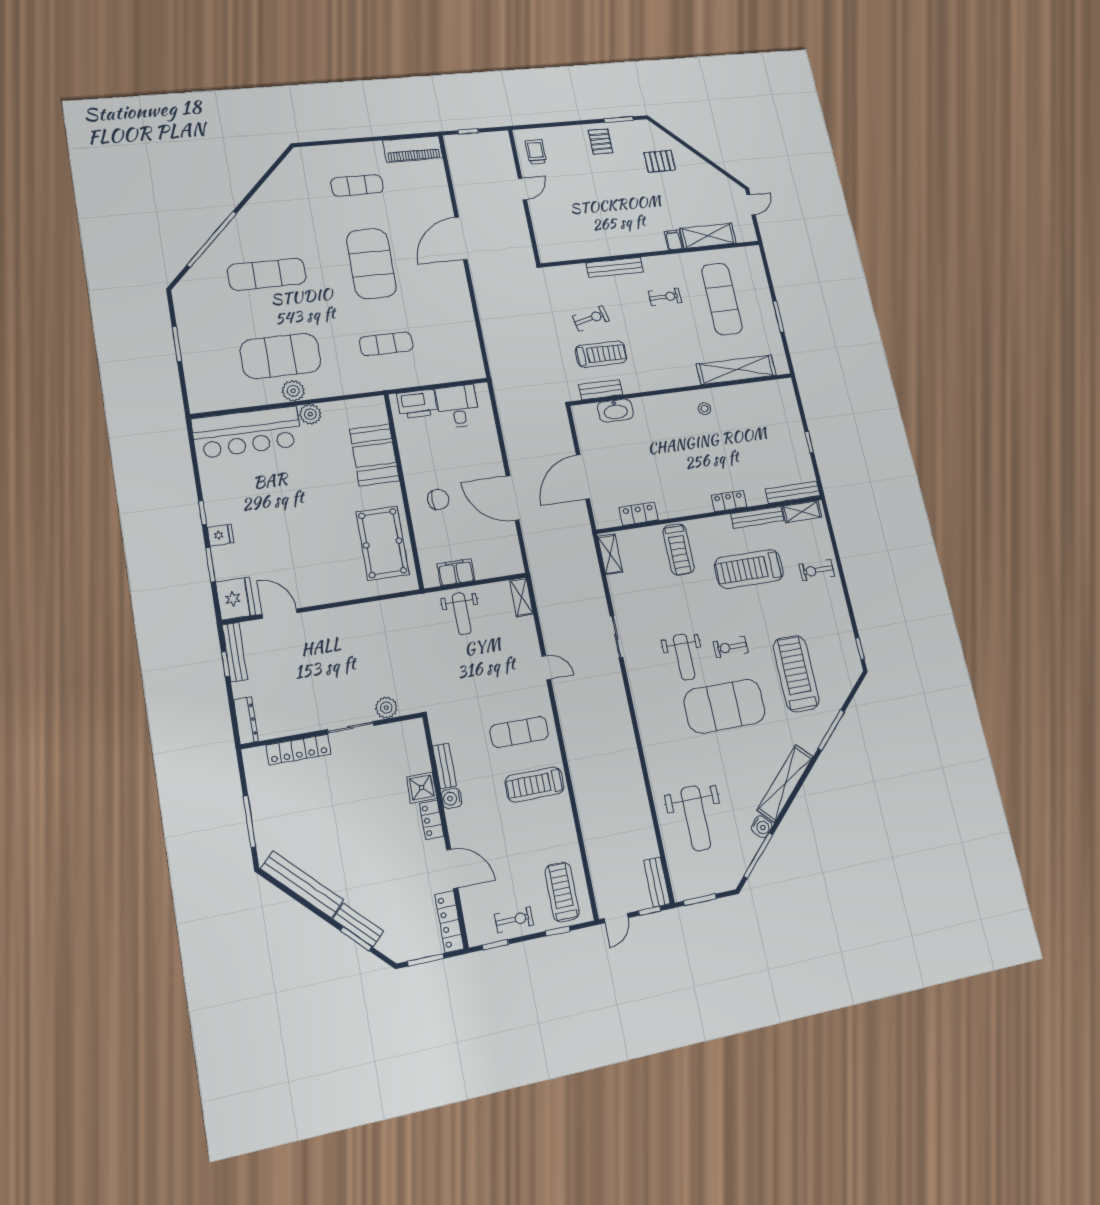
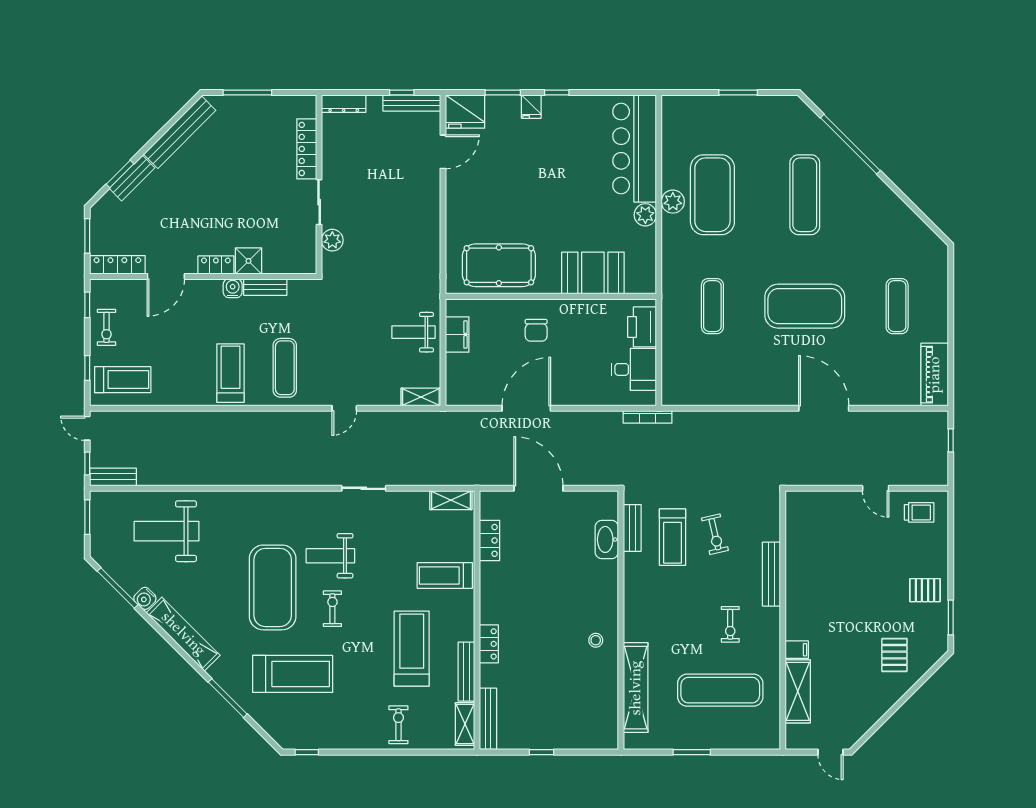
bookcase: (499, 389) -> (648, 417), added

